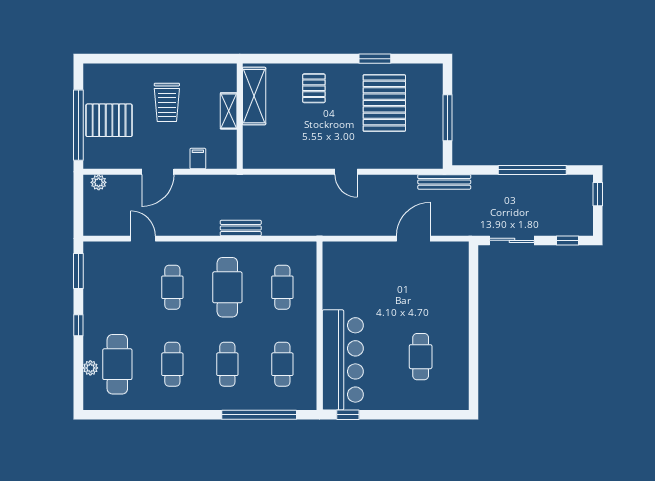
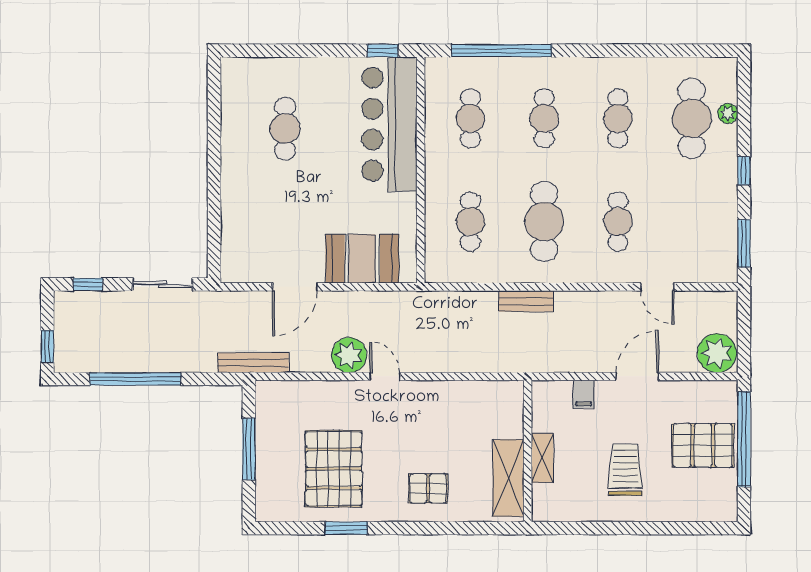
pallet: (314, 88) -> (428, 488), turned 90
plant: (99, 182) -> (717, 353), width x1.88, depth x1.88
plant: (373, 188) -> (349, 355), added
booth: (363, 260) -> (362, 259), added

